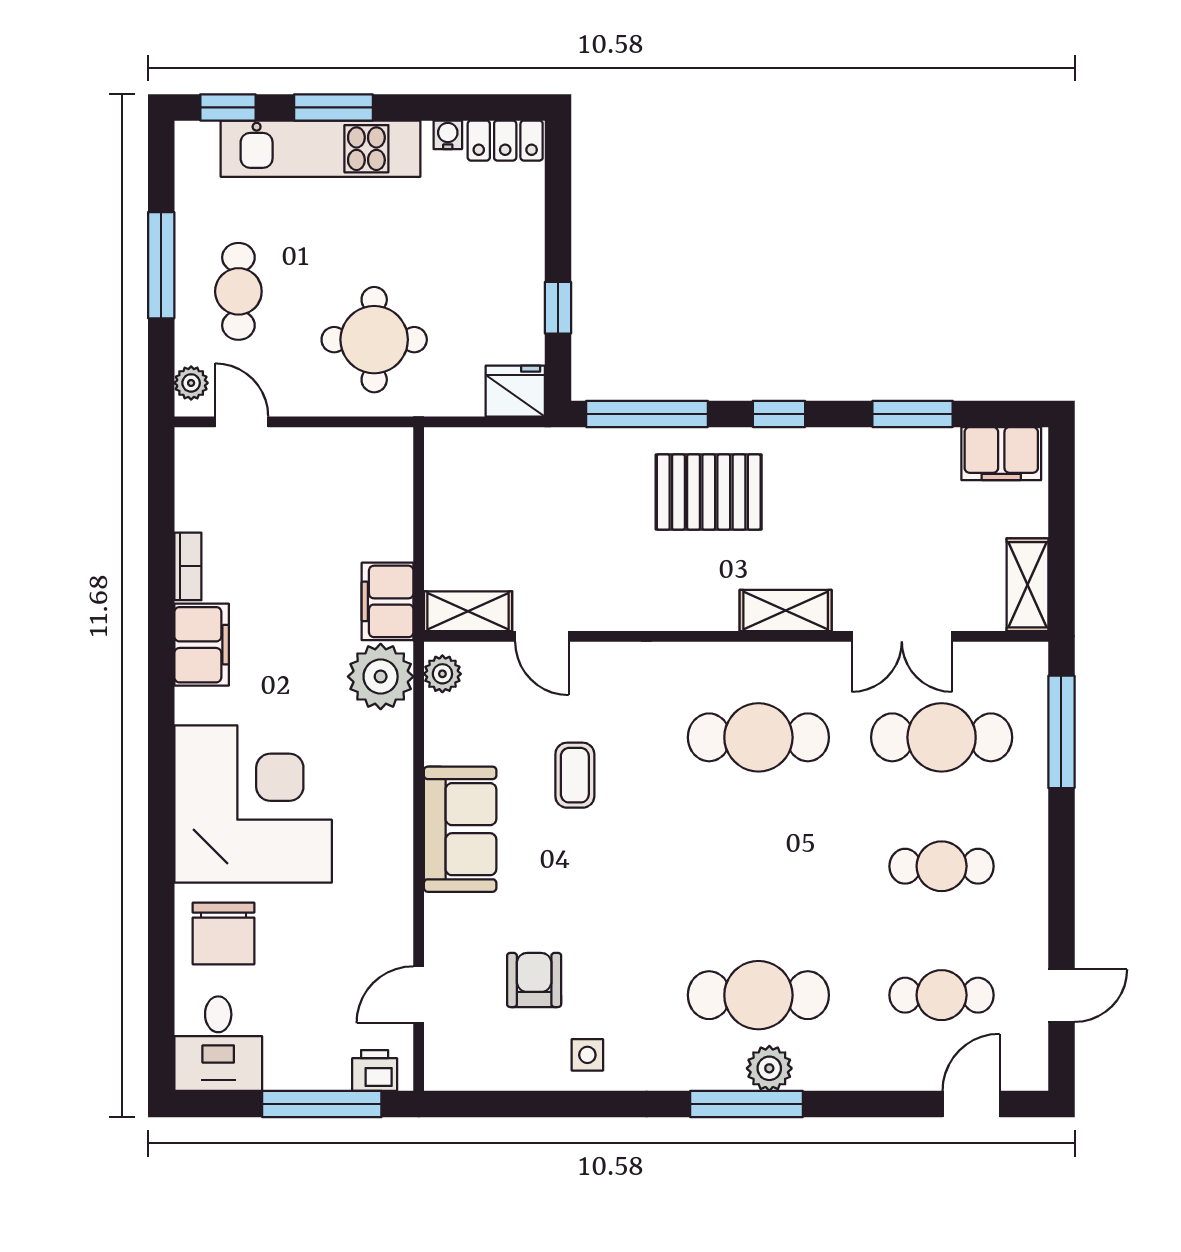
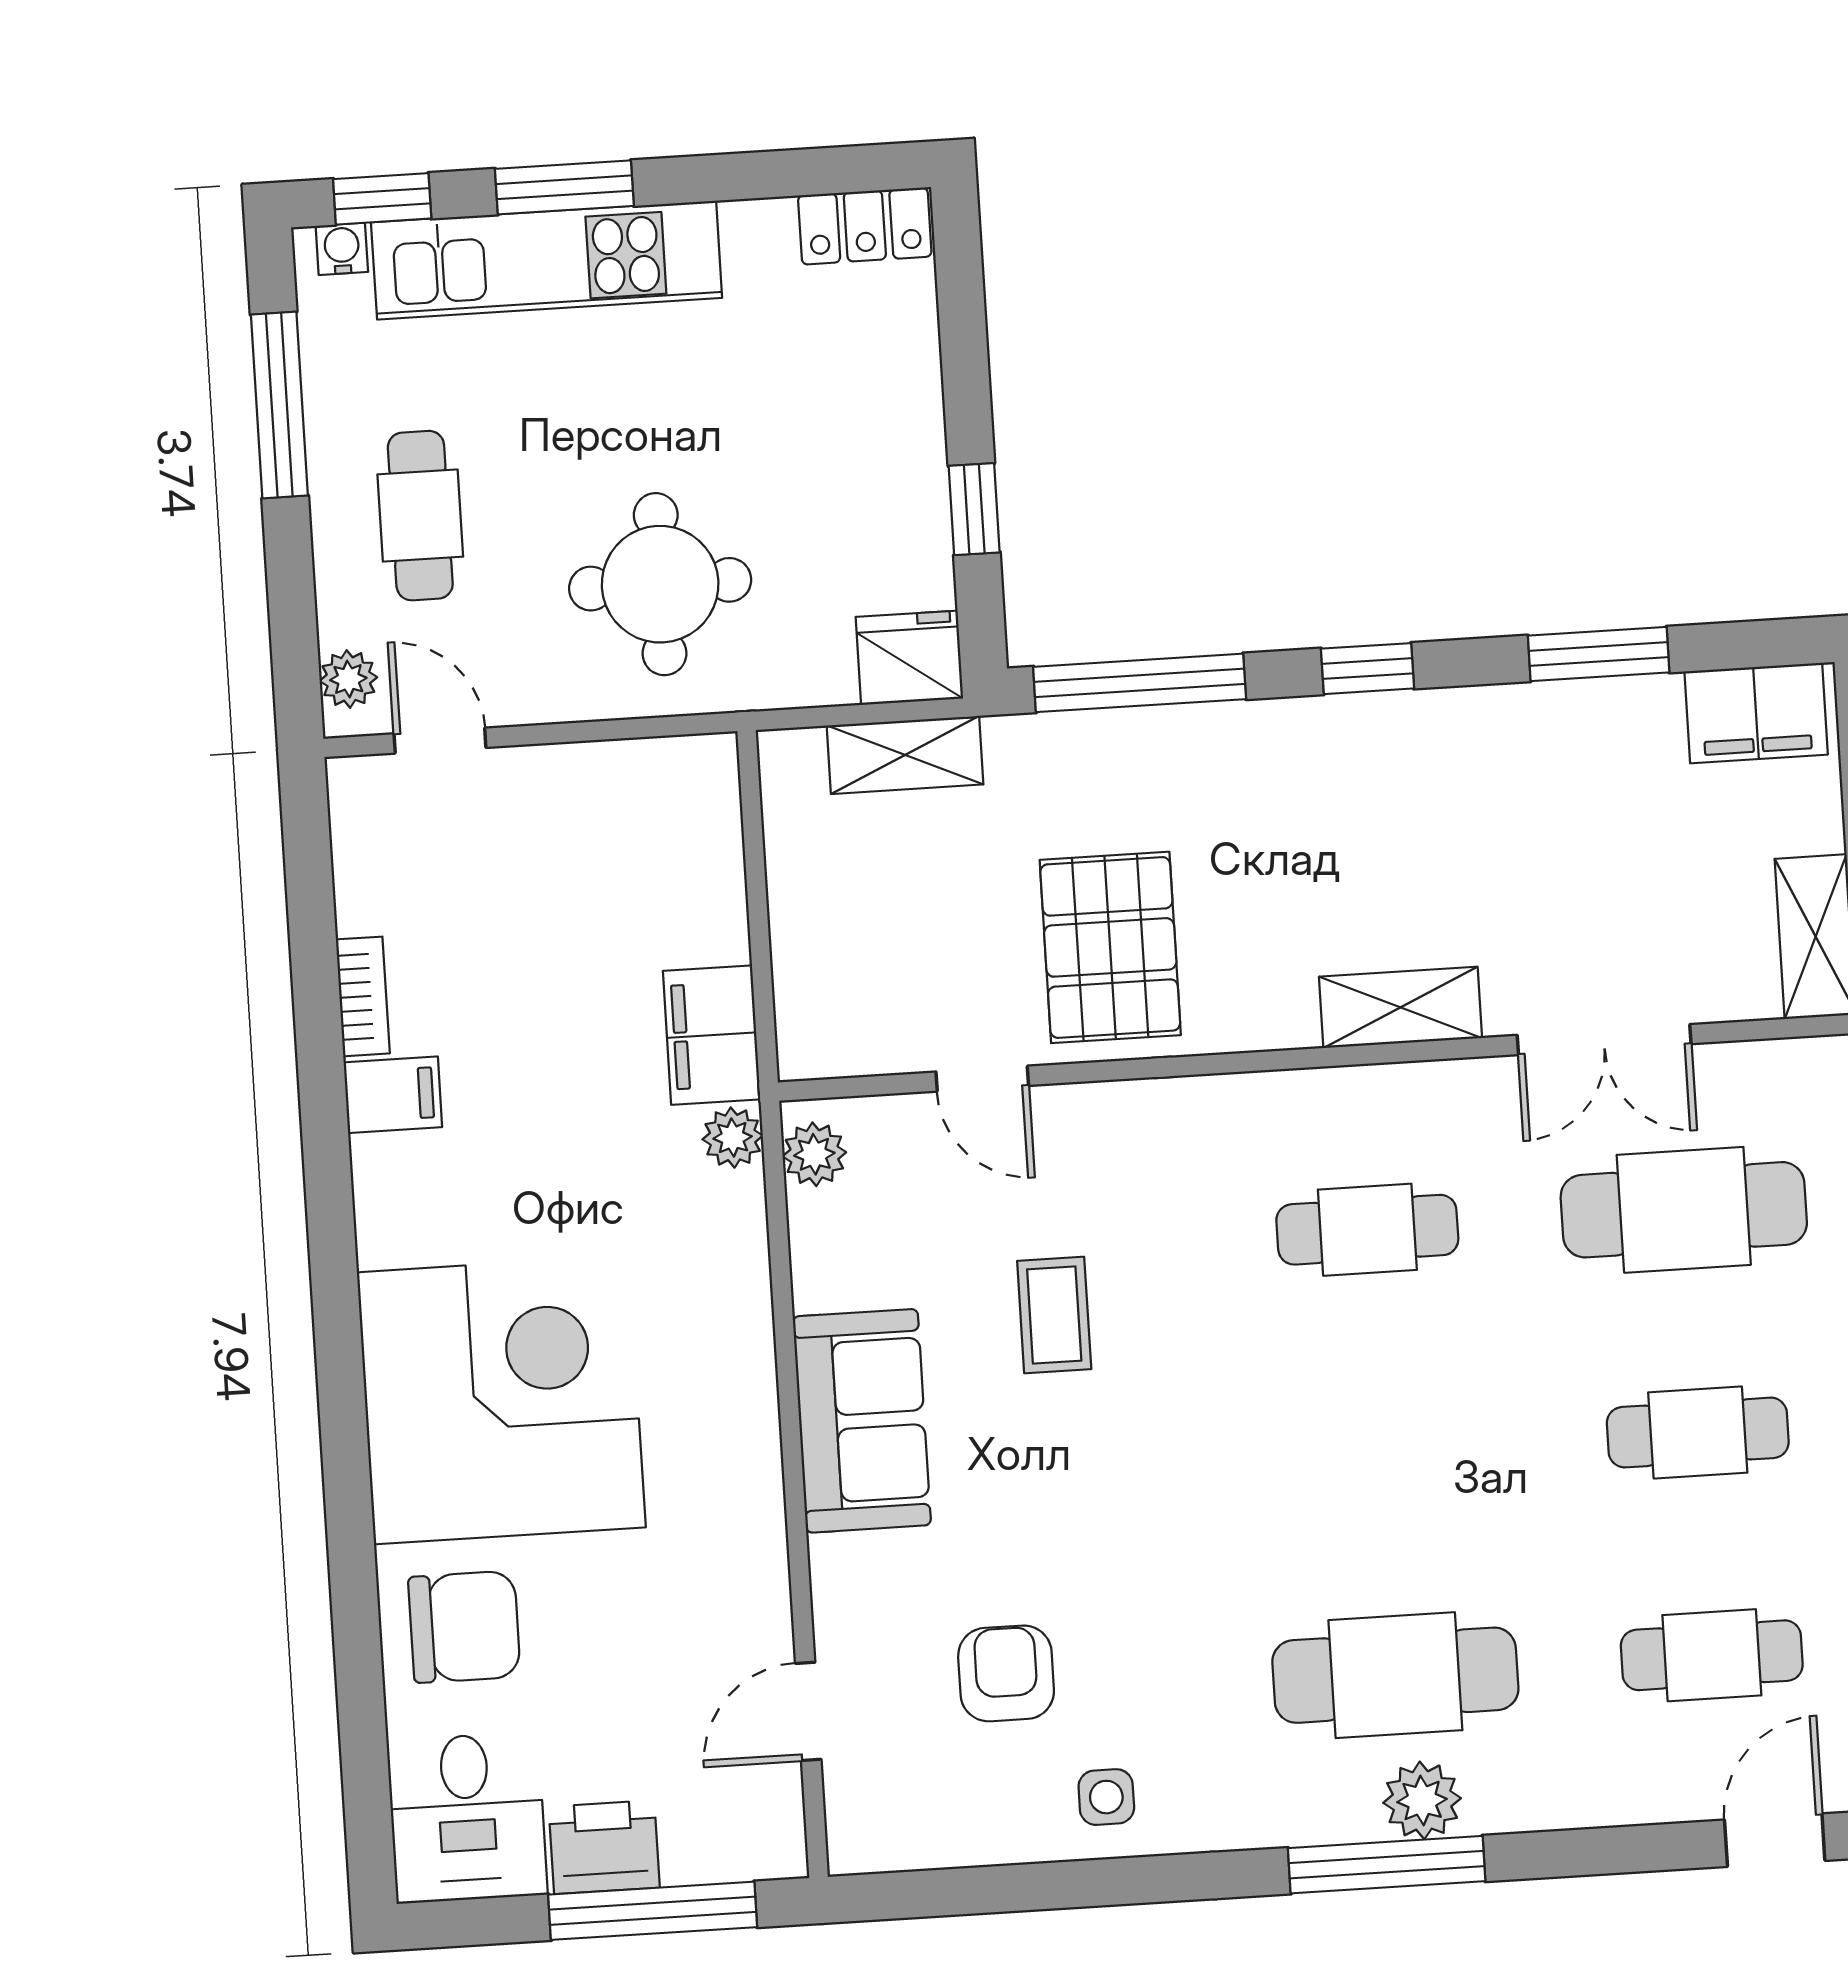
water cooler: (448, 135) -> (342, 249), moved
window: (161, 265) -> (279, 405), moved
pallet: (709, 492) -> (1110, 947), moved, turned 90
shelving: (468, 611) -> (905, 755), moved
filing cabinet: (202, 645) -> (393, 1095), width x0.50
plant: (381, 677) -> (733, 1138), width x0.53, depth x0.53
cafe table: (758, 737) -> (1367, 1230), width x0.73, depth x0.74
chair: (224, 934) -> (464, 1627), turned -90
printer: (375, 1070) -> (604, 1847), moved, width x1.36, depth x1.24

